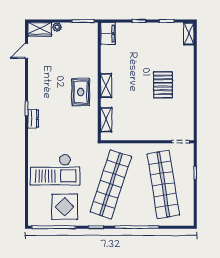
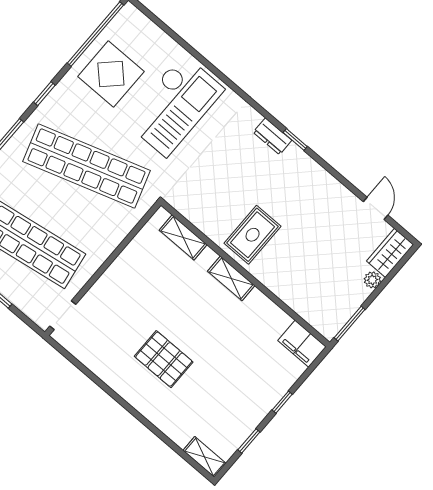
rug: (81, 92) -> (253, 235), turned 90
checkout: (55, 170) -> (174, 105), turned 180
shop shelf: (111, 184) -> (86, 166), turned -36

